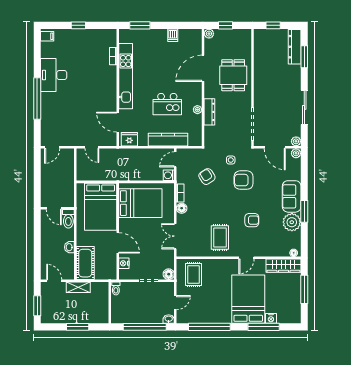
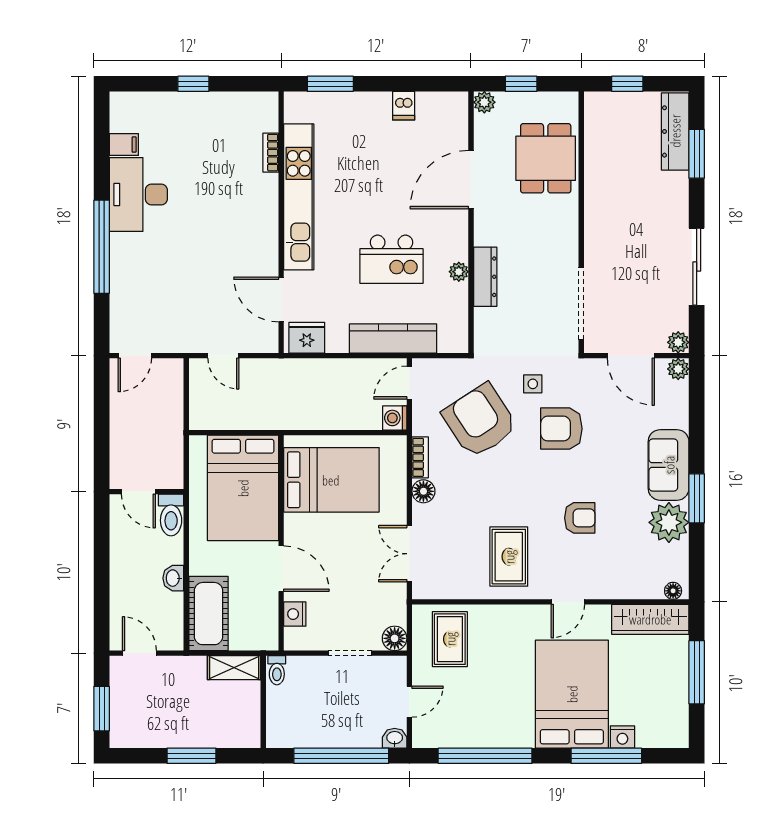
filing cabinet: (47, 36) -> (124, 145), moved
dining table: (233, 75) -> (546, 158), moved
armchair: (207, 177) -> (480, 421), width x1.88, depth x1.88
shelving: (78, 287) -> (234, 668), moved

